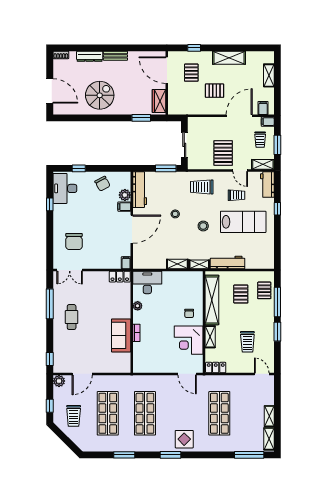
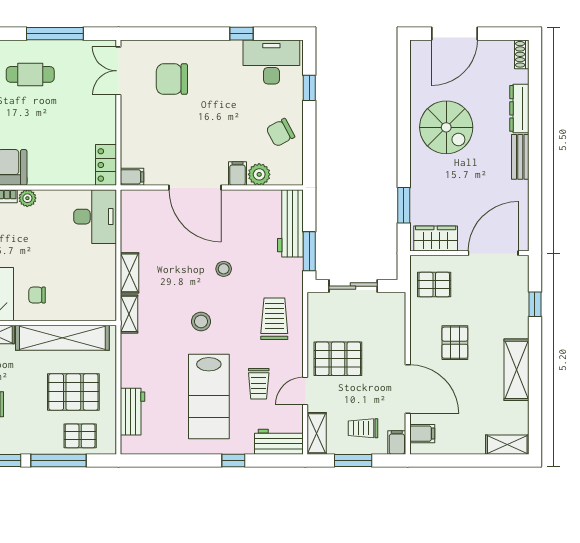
pallet: (191, 73) -> (434, 285), moved
shelving: (269, 75) -> (507, 445), moved
workbench: (140, 190) -> (290, 223), moved, turned 90
workbench: (227, 262) -> (133, 412), moved, width x0.73
pallet: (241, 294) -> (73, 392), width x1.50, depth x1.42
plant: (138, 306) -> (27, 198), moved

